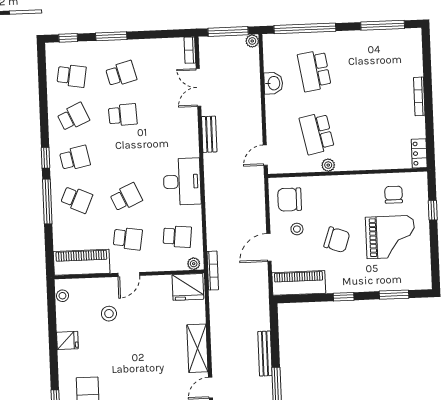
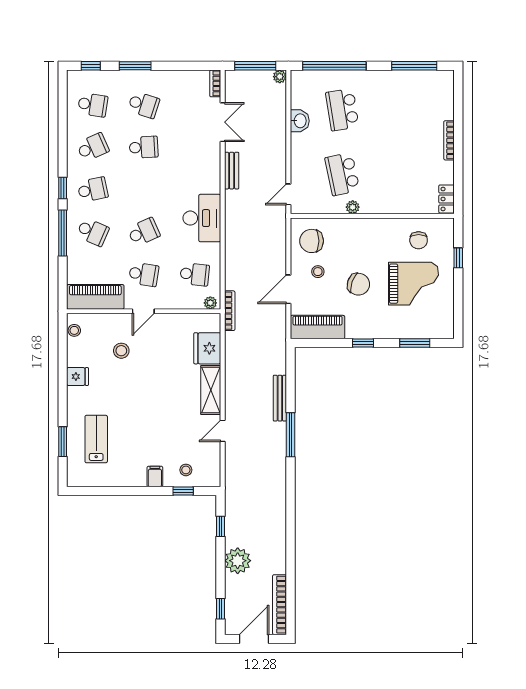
school desk: (121, 74) -> (144, 105), turned 33
double door: (198, 87) -> (223, 122), swing flipped
chair: (394, 195) -> (419, 240), turned 180
fridge: (188, 287) -> (207, 348), moved, turned 90

